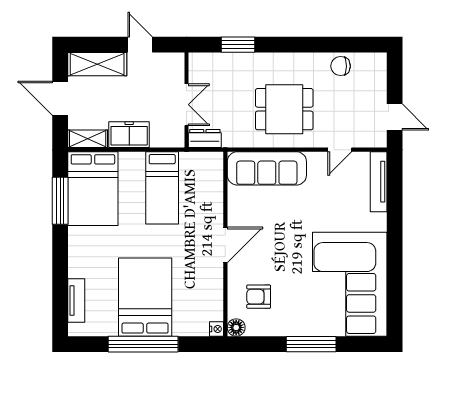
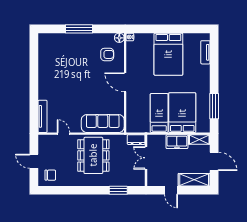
chair: (341, 66) -> (50, 175), moved
dining table: (284, 109) -> (93, 155), width x1.37
door: (395, 117) -> (34, 161), moved
door: (340, 150) -> (63, 134), hinge flipped
bed: (93, 189) -> (182, 113), moved
door: (225, 245) -> (125, 82), hinge flipped
corner sofa: (350, 284) -> (58, 61), removed
window: (143, 344) -> (169, 29), removed

